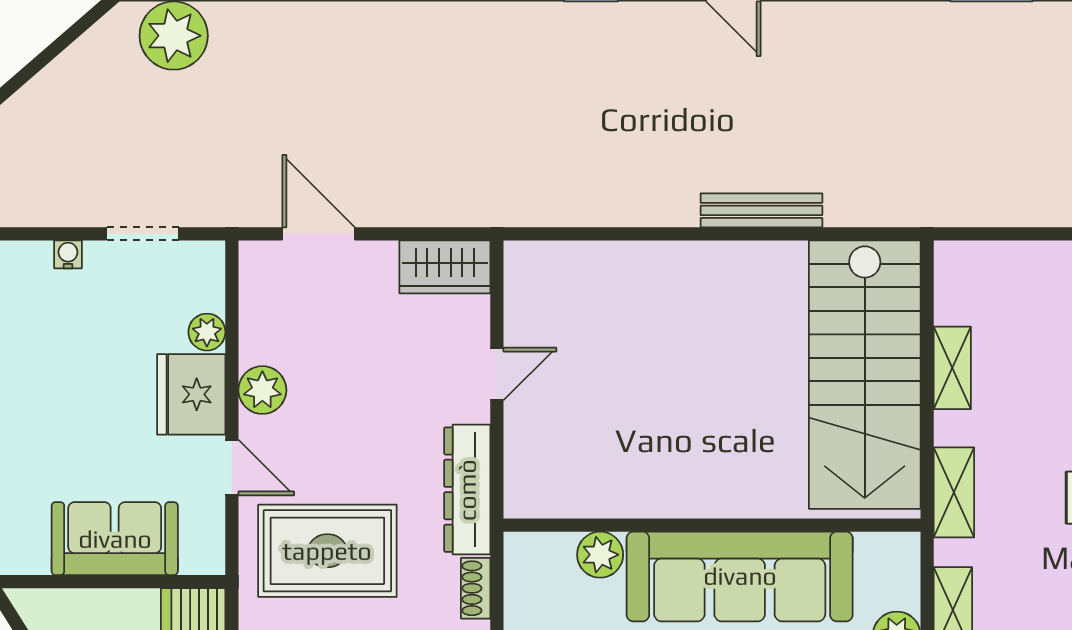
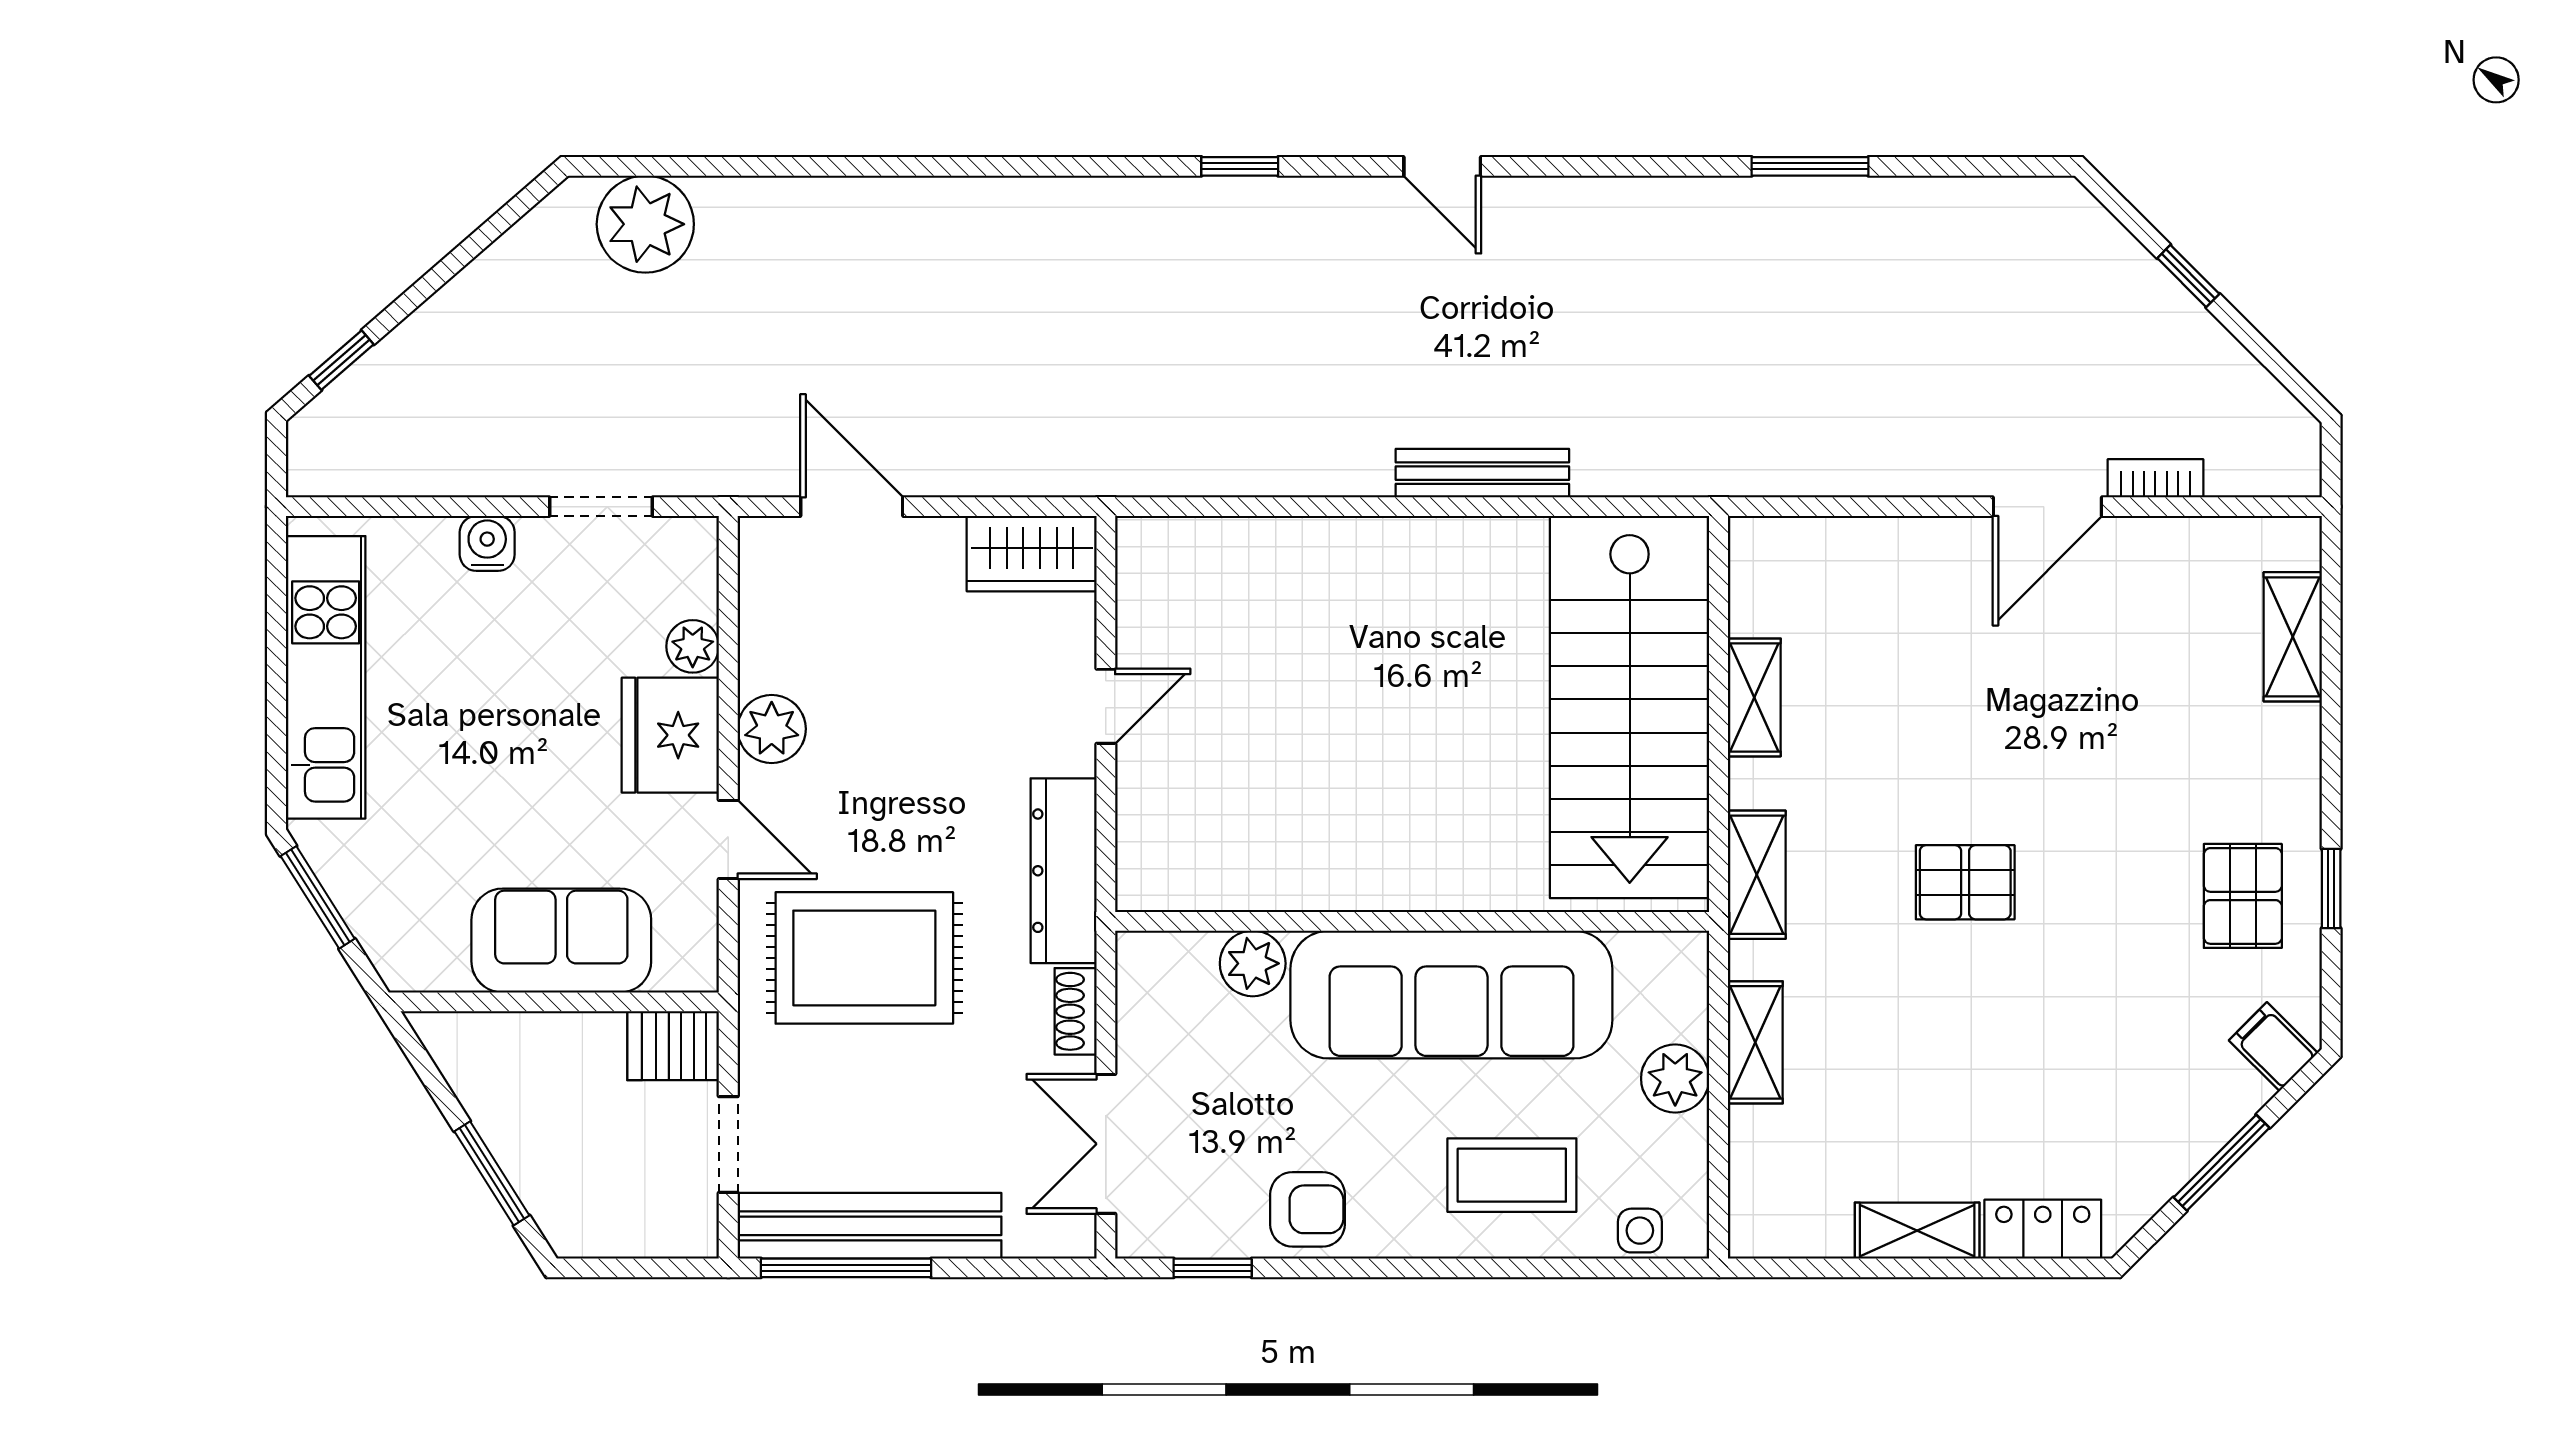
water cooler: (68, 254) -> (487, 543), width x1.38, depth x1.38

